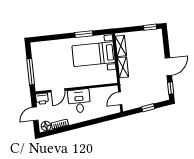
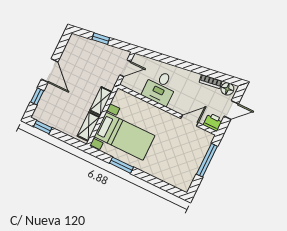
door: (168, 67) -> (50, 70), swing flipped
window: (171, 88) -> (37, 96), moved
desk: (79, 101) -> (160, 88), moved

